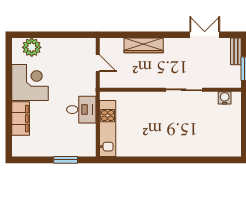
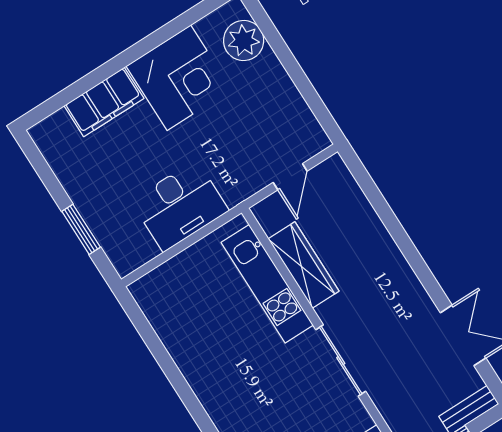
wardrobe: (144, 45) -> (304, 265), moved, turned 180
desk: (81, 110) -> (180, 206), width x1.37
kitchen unit: (108, 129) -> (267, 284), moved, turned 90

